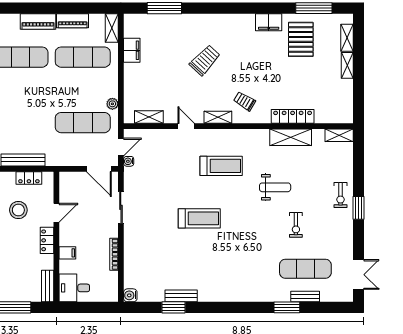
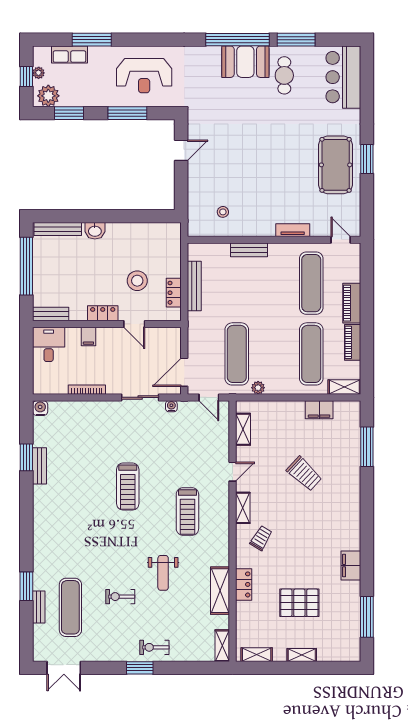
shelving: (347, 38) -> (257, 655), moved
pallet: (301, 39) -> (299, 603), moved
trolley: (205, 60) -> (304, 474), moved
locker: (293, 116) -> (244, 584), width x0.66
water cooler: (129, 161) -> (171, 406), moved

